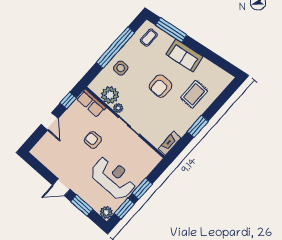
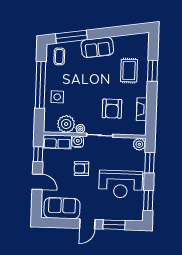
armchair: (161, 86) -> (112, 109), moved
water cooler: (108, 116) -> (78, 142), added
window: (198, 126) -> (153, 71), moved
fireplace: (170, 143) -> (142, 109), moved
sofa: (52, 158) -> (62, 208), added
reception desk: (113, 178) -> (121, 184), turned 180
window: (142, 189) -> (149, 163), moved
plant: (106, 212) -> (139, 144), moved

